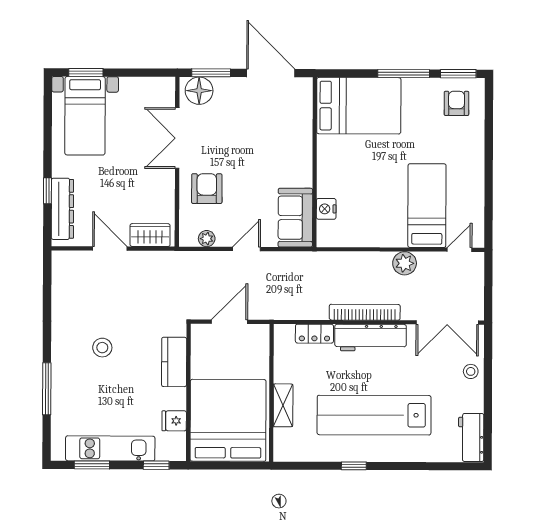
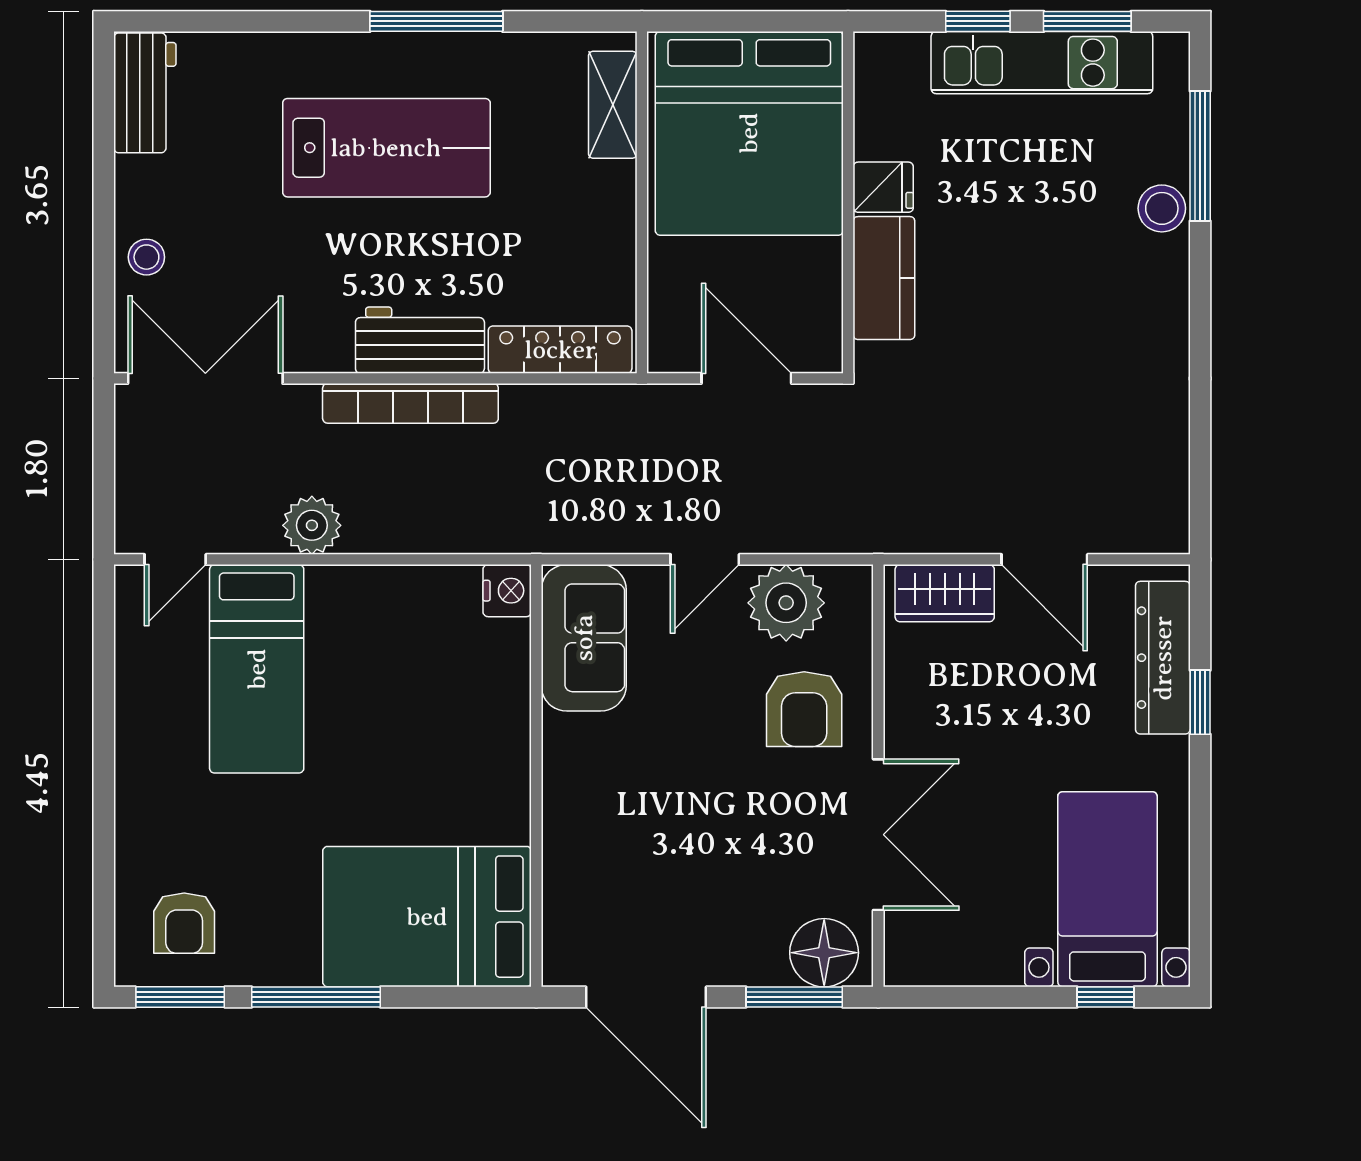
window: (86, 72) -> (1106, 997), width x0.67
nightstand: (326, 209) -> (507, 591), moved
plant: (207, 239) -> (786, 603), width x1.88, depth x1.88
door: (230, 322) -> (746, 378), swing flipped
locker: (314, 334) -> (560, 350), width x1.53
workbench: (371, 338) -> (420, 340), width x0.73
stool: (102, 348) -> (1162, 208), moved
window: (47, 389) -> (1200, 156), moved
shelving: (283, 405) -> (613, 105), moved
lab bench: (374, 415) -> (386, 148), width x0.73
fridge: (174, 421) -> (883, 187), moved
window: (156, 465) -> (978, 21), moved
window: (354, 466) -> (436, 21), width x2.17

